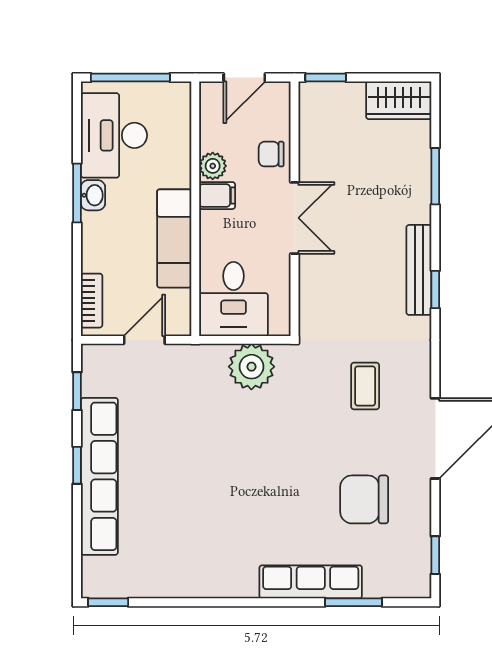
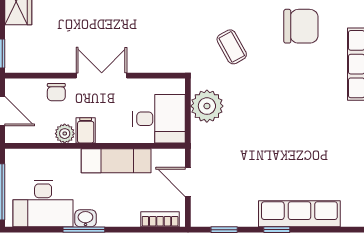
coffee table: (365, 386) -> (232, 47), moved, turned 61
row of seats: (99, 476) -> (299, 214), width x0.73
chair: (364, 499) -> (301, 26), turned -90

